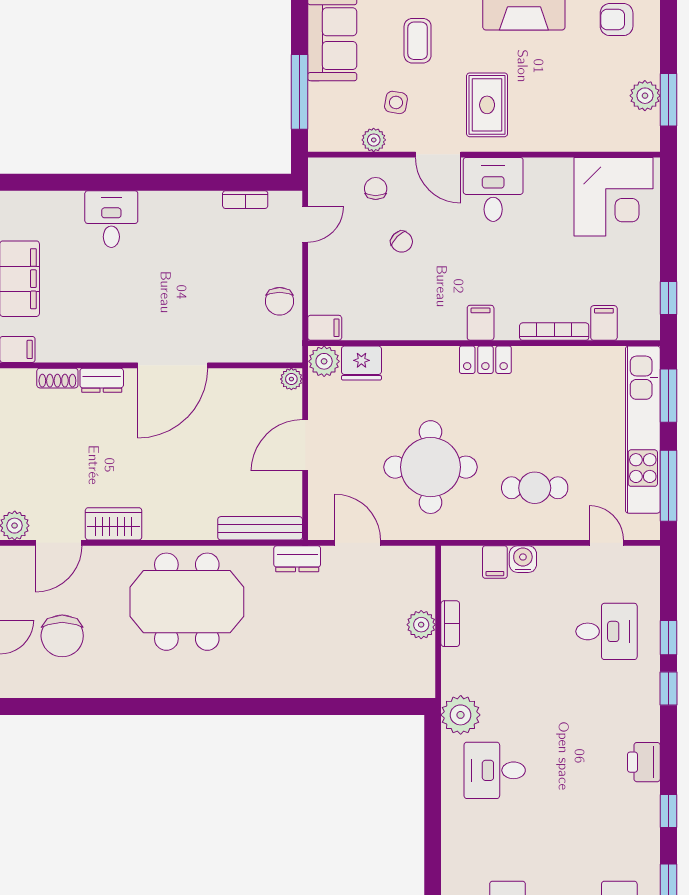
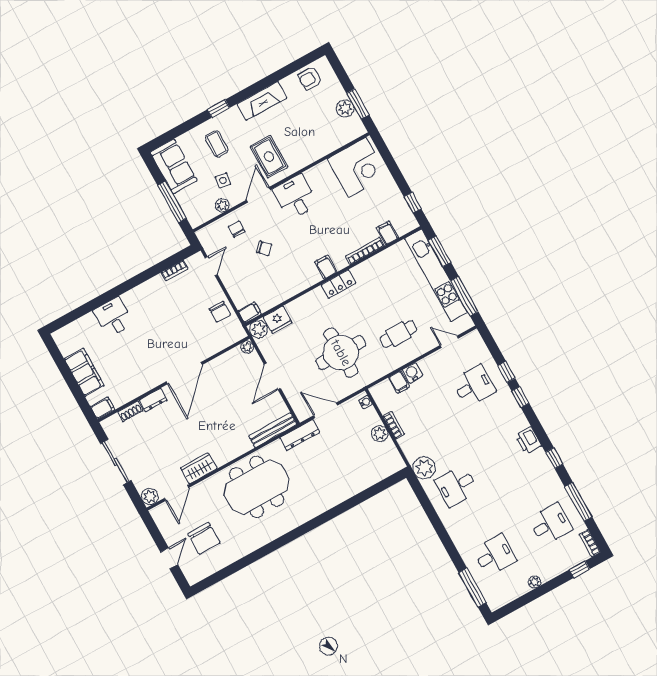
door: (438, 155) -> (258, 195), swing flipped
dresser: (297, 559) -> (300, 435), width x1.44
water cooler: (426, 564) -> (366, 402), added

